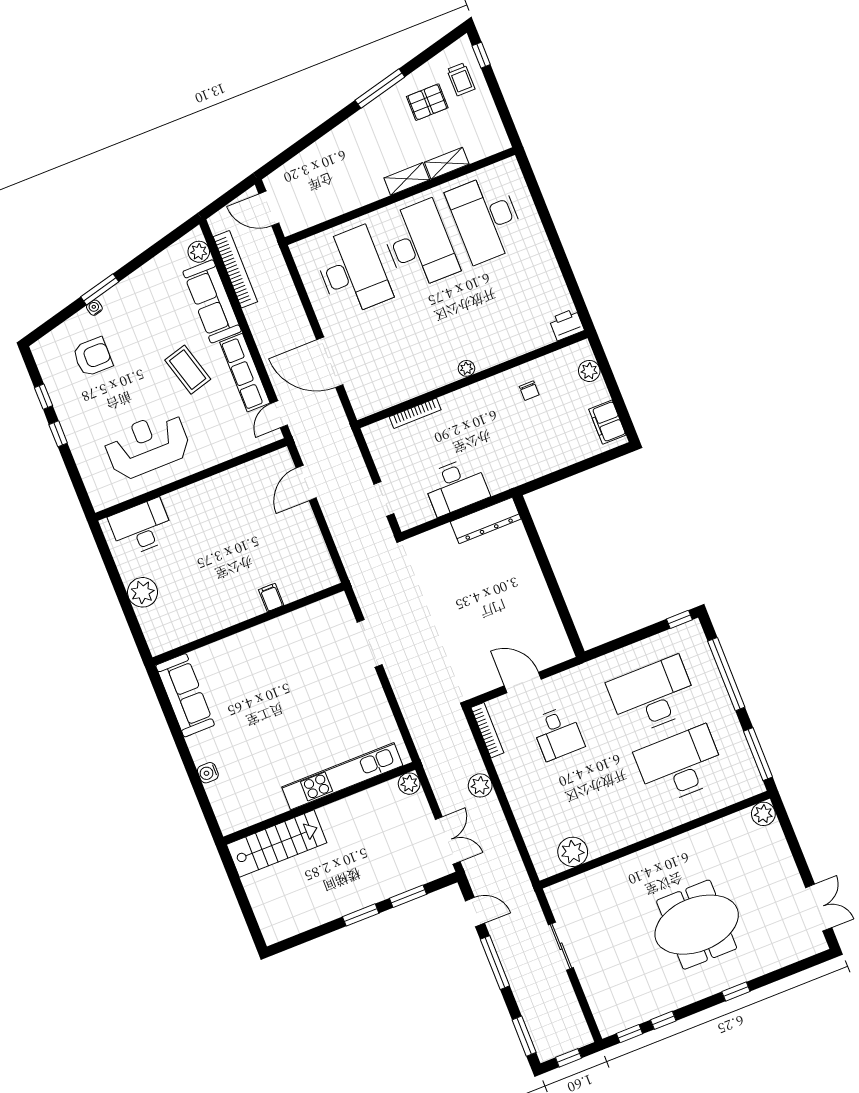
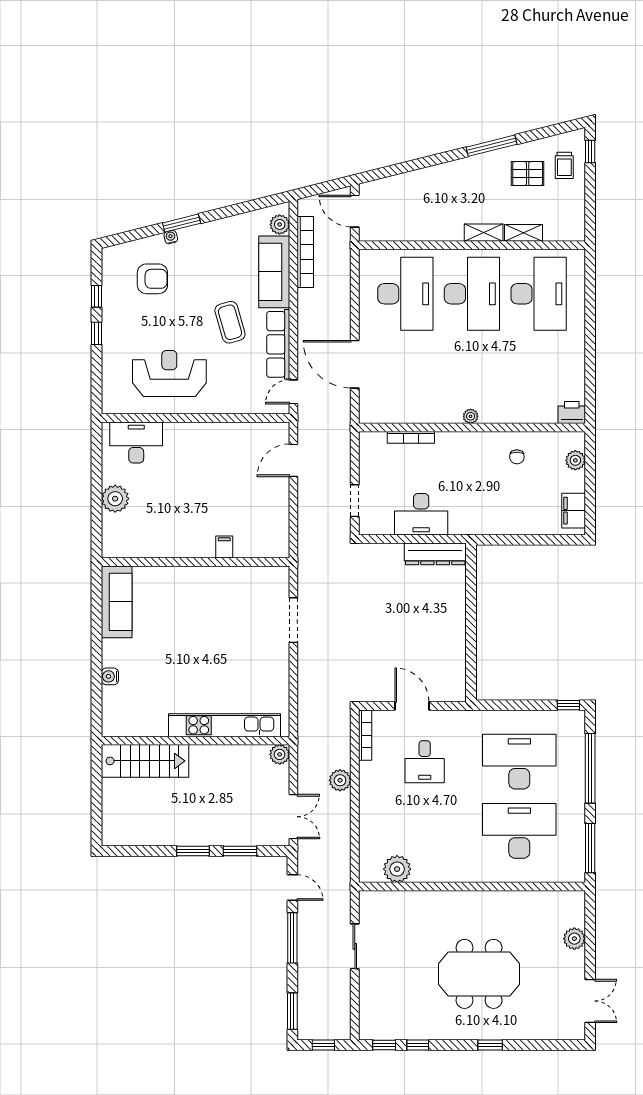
desk: (486, 218) -> (539, 294), turned 180
plant: (763, 814) -> (574, 939), moved

